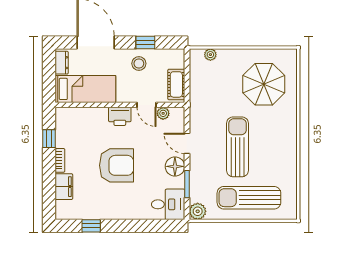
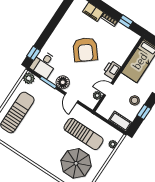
cot: (176, 84) -> (120, 121), moved
door: (187, 143) -> (71, 98), swing flipped
sun lounger: (237, 147) -> (83, 134), moved
armchair: (116, 165) -> (85, 50), turned -39
window: (91, 226) -> (34, 53), moved

